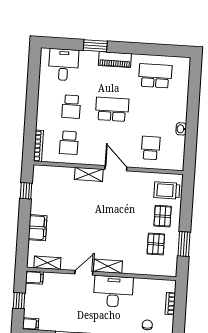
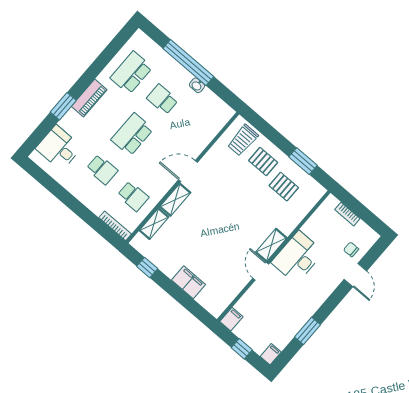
window: (193, 111) -> (188, 62), added
school desk: (151, 148) -> (162, 99), moved
shelving: (47, 263) -> (154, 224), moved

